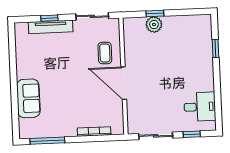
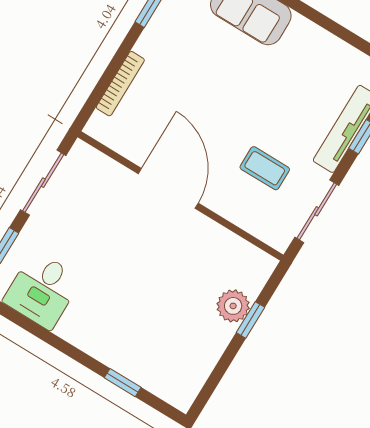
coffee table: (105, 53) -> (265, 168), moved
door: (124, 83) -> (168, 188), hinge flipped

